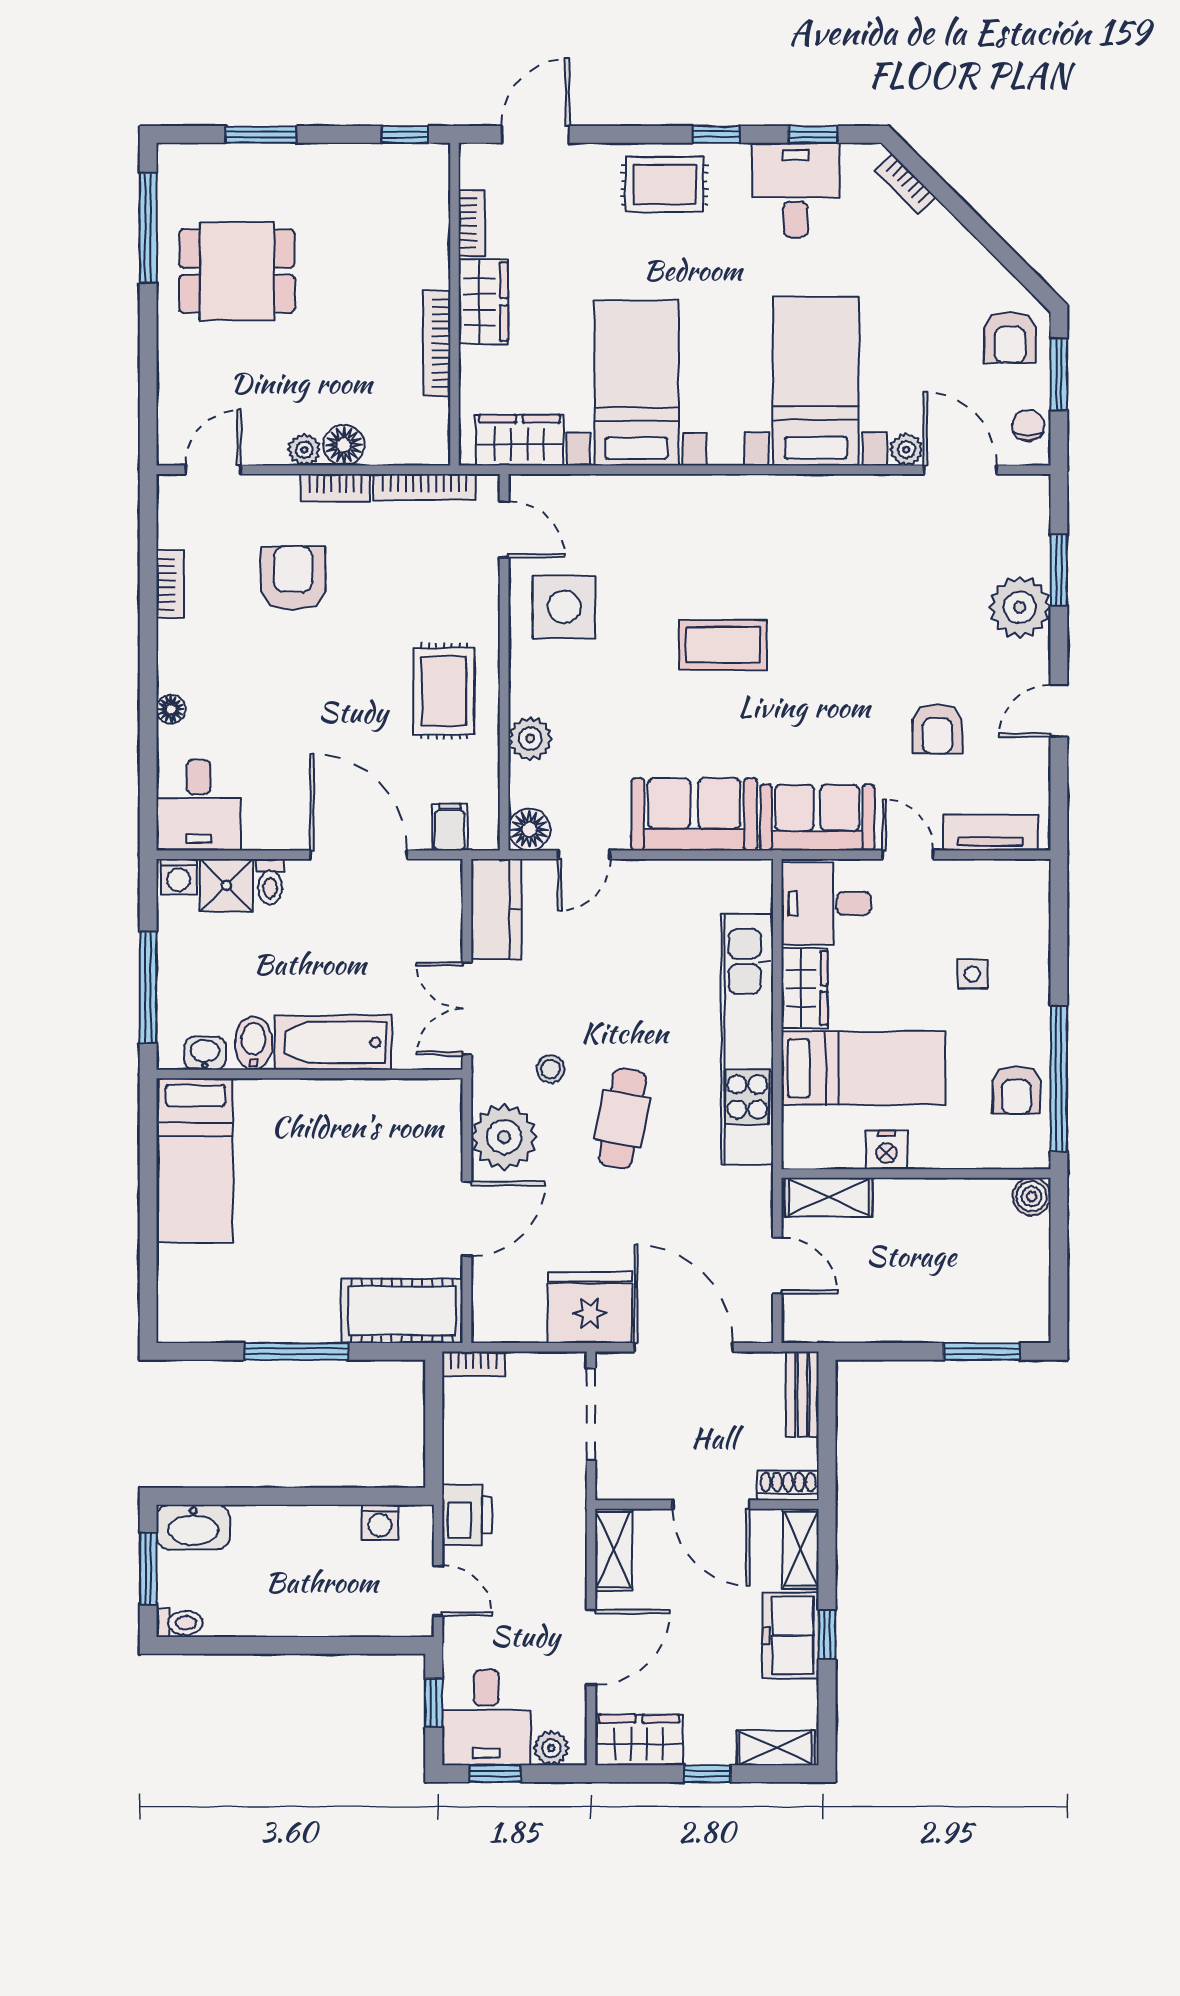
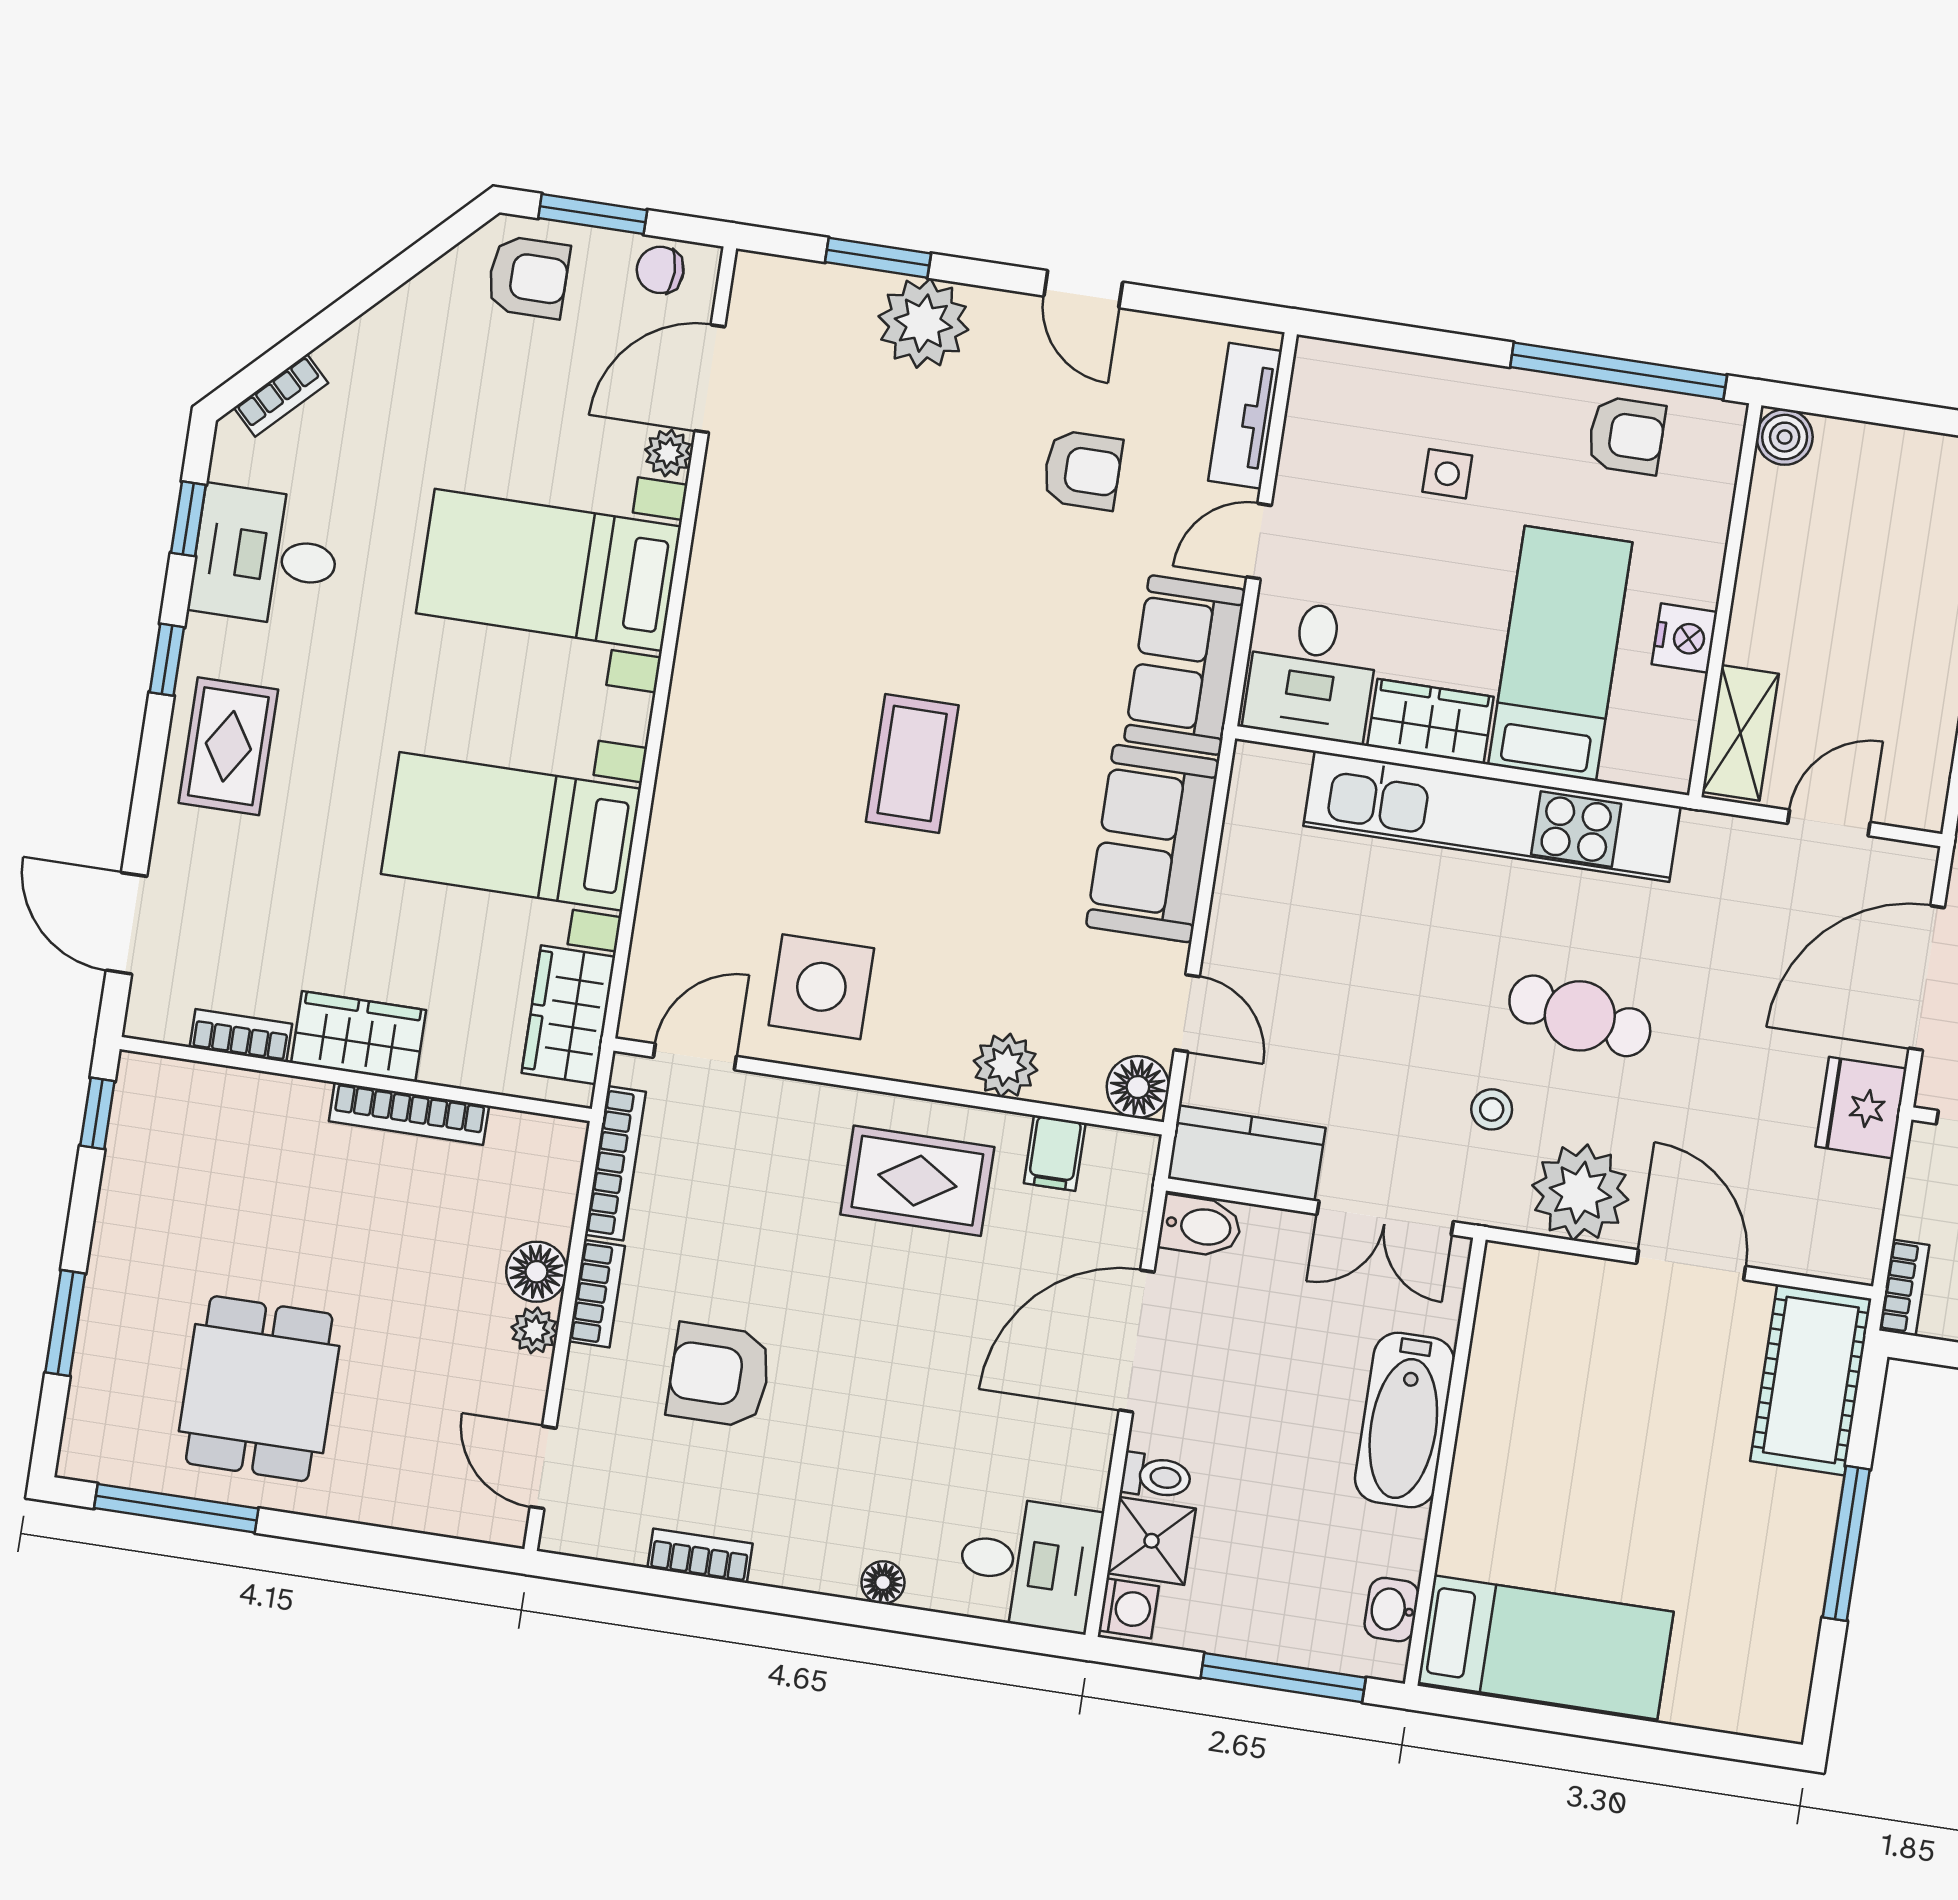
filing cabinet: (450, 827) -> (1055, 1153), moved, turned -90
bidet: (253, 1043) -> (1200, 1226), moved, turned 180
fridge: (590, 1307) -> (1861, 1108), width x0.73, depth x0.75

